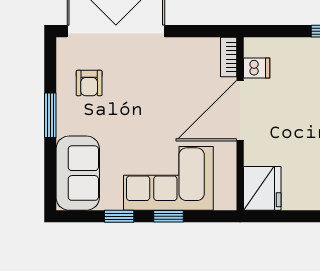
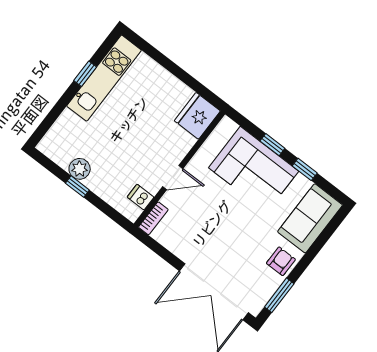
armchair: (89, 83) -> (281, 261), moved
door: (240, 111) -> (173, 178), width x0.53
window: (50, 115) -> (279, 295), moved

